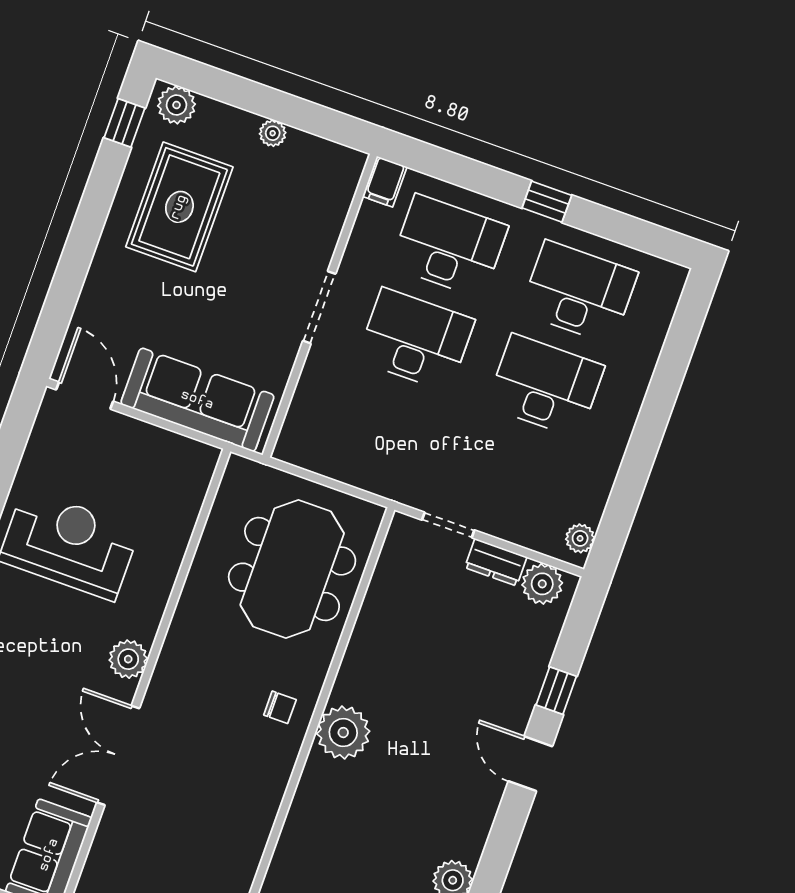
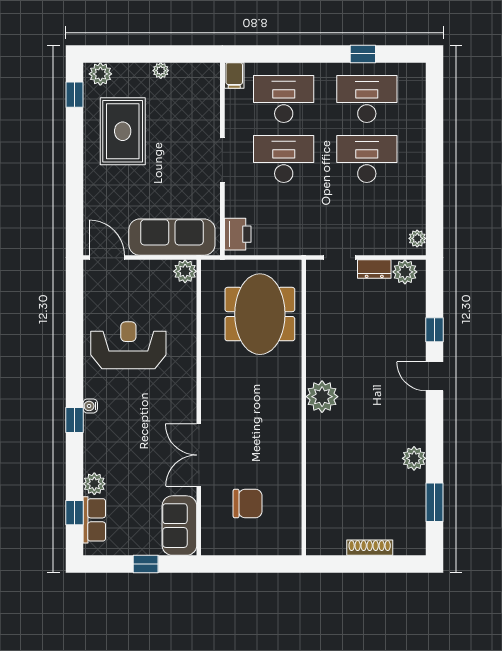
window: (547, 202) -> (363, 54), moved
printer: (302, 432) -> (238, 234), added
plant: (128, 659) -> (185, 271), moved
chair: (280, 707) -> (248, 503), moved, width x1.87, depth x1.87

